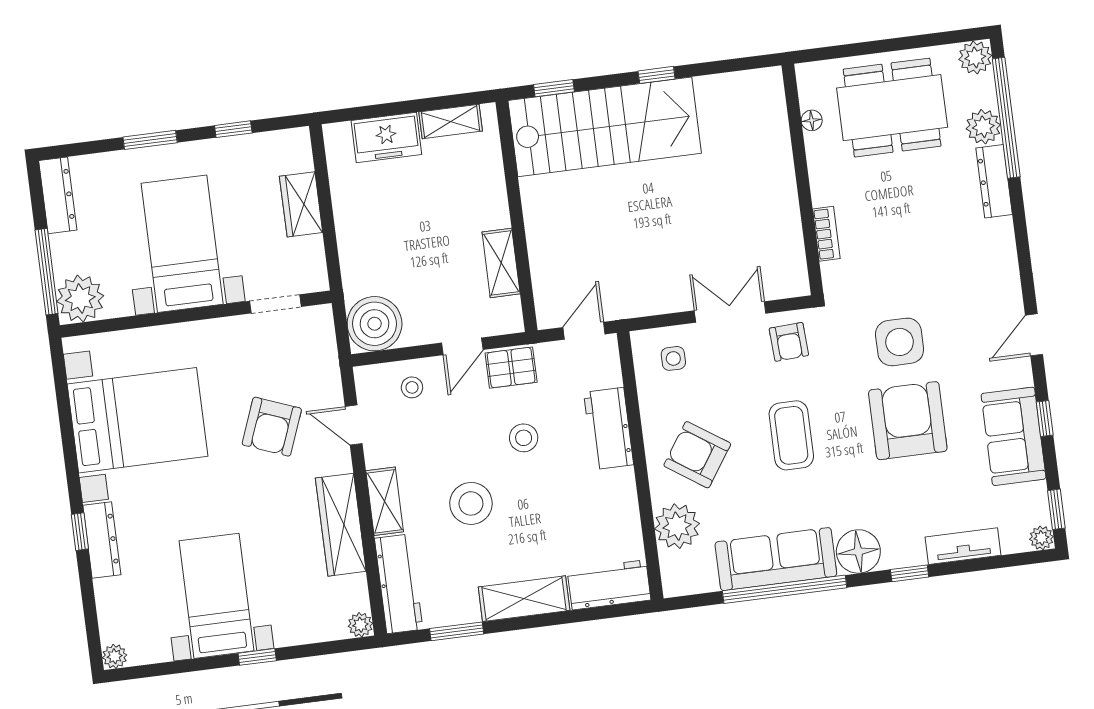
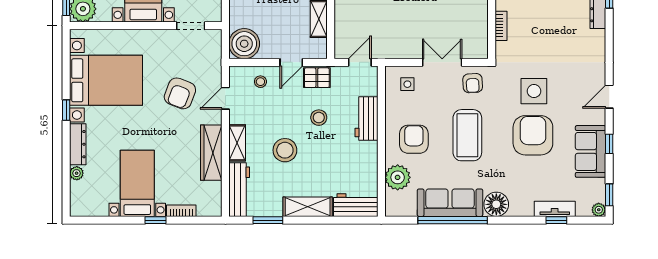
door: (354, 425) -> (225, 98), hinge flipped
coffee table: (791, 435) -> (467, 135), width x1.36, depth x1.32
armchair: (697, 455) -> (414, 139), turned 56
window: (80, 532) -> (66, 110), moved
window: (910, 573) -> (556, 220), moved
plant: (360, 625) -> (215, 210), removed
bookcase: (301, 635) -> (181, 211), added
plant: (115, 656) -> (77, 173), moved

